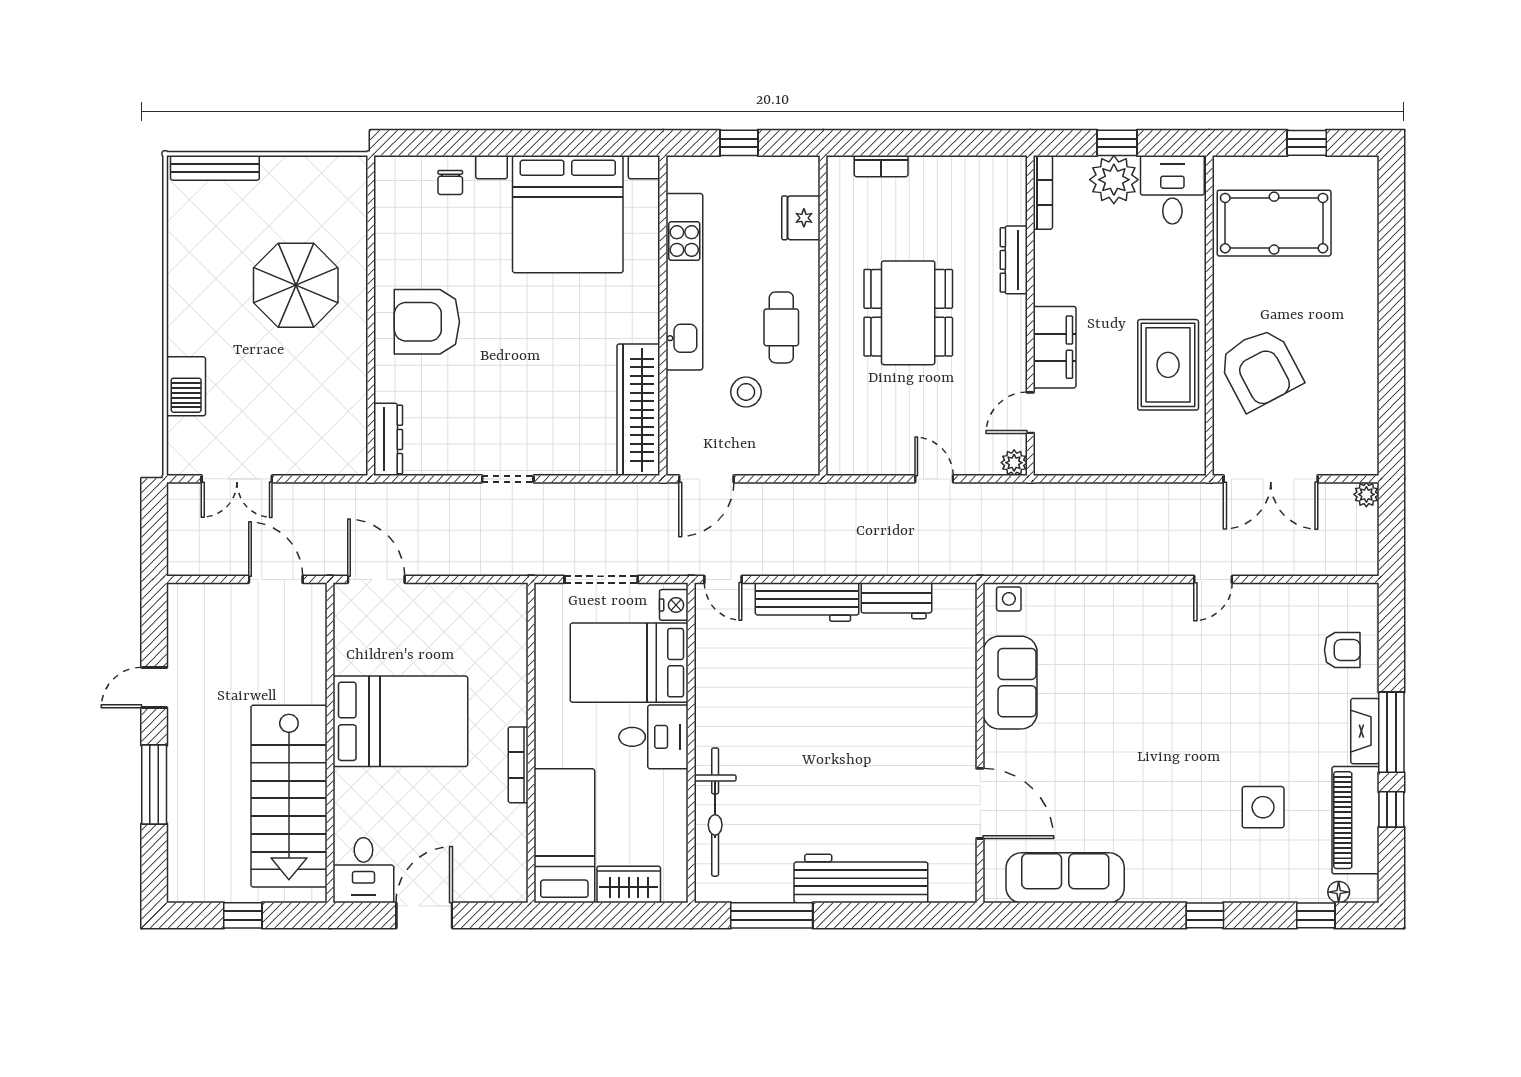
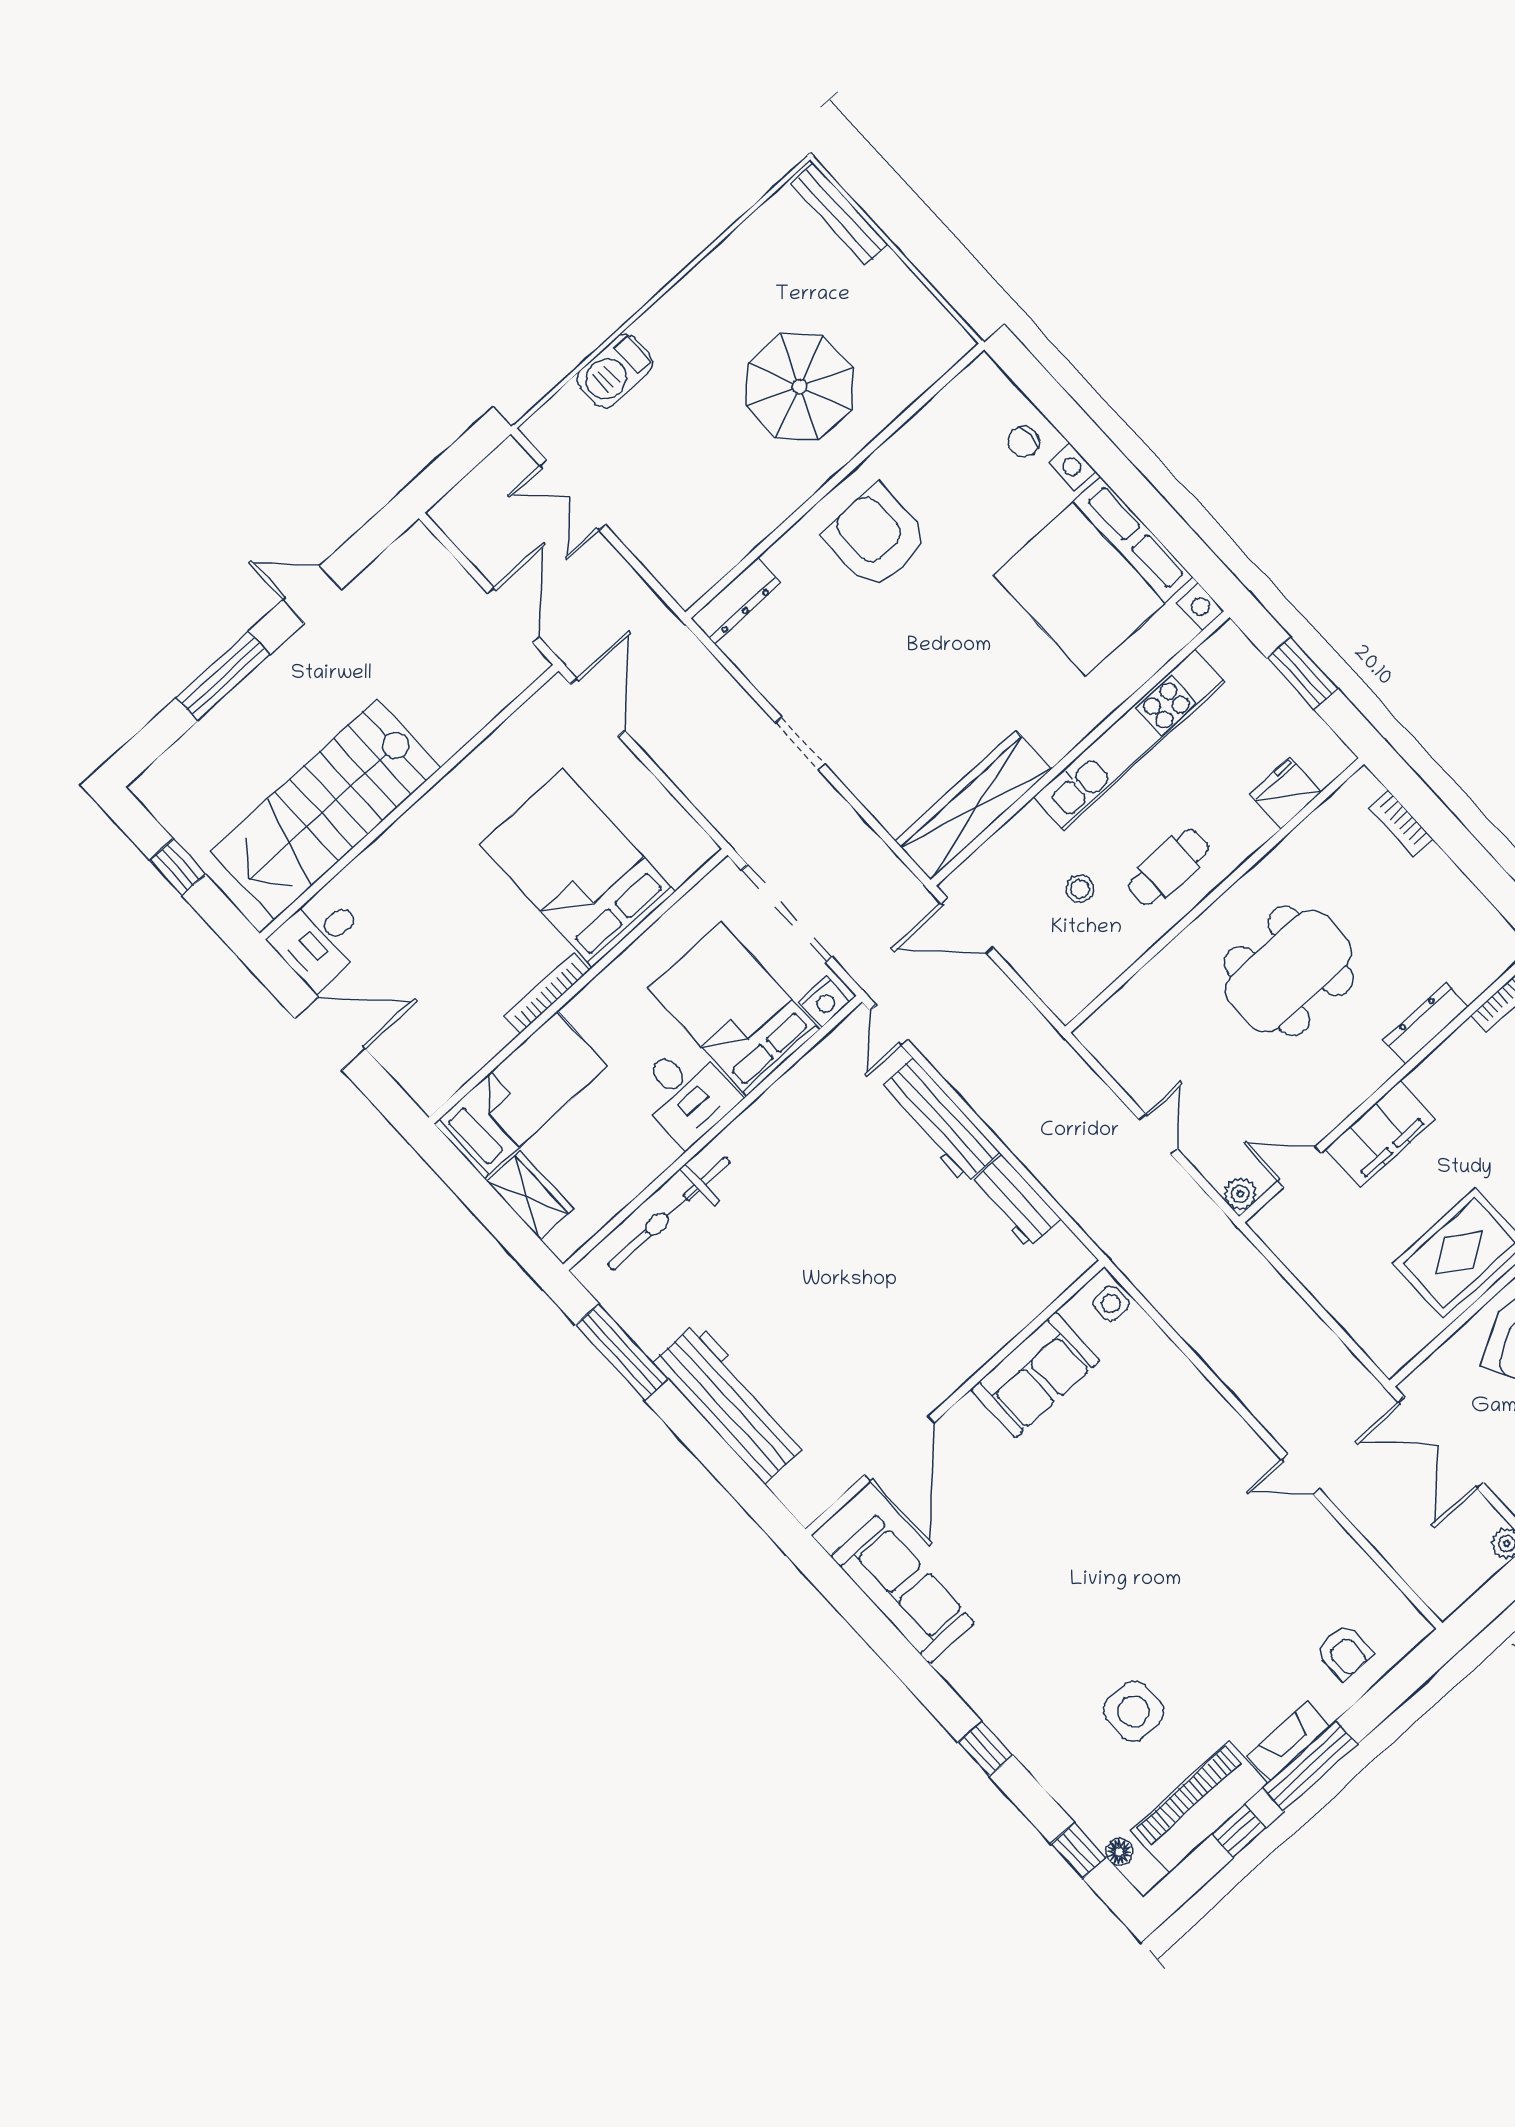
window: (739, 143) -> (1302, 673), width x1.50
stool: (746, 392) -> (1080, 889), width x0.73, depth x0.73
doorway: (601, 579) -> (786, 913), width x1.36
bed: (400, 721) -> (577, 868), moved, turned 180

